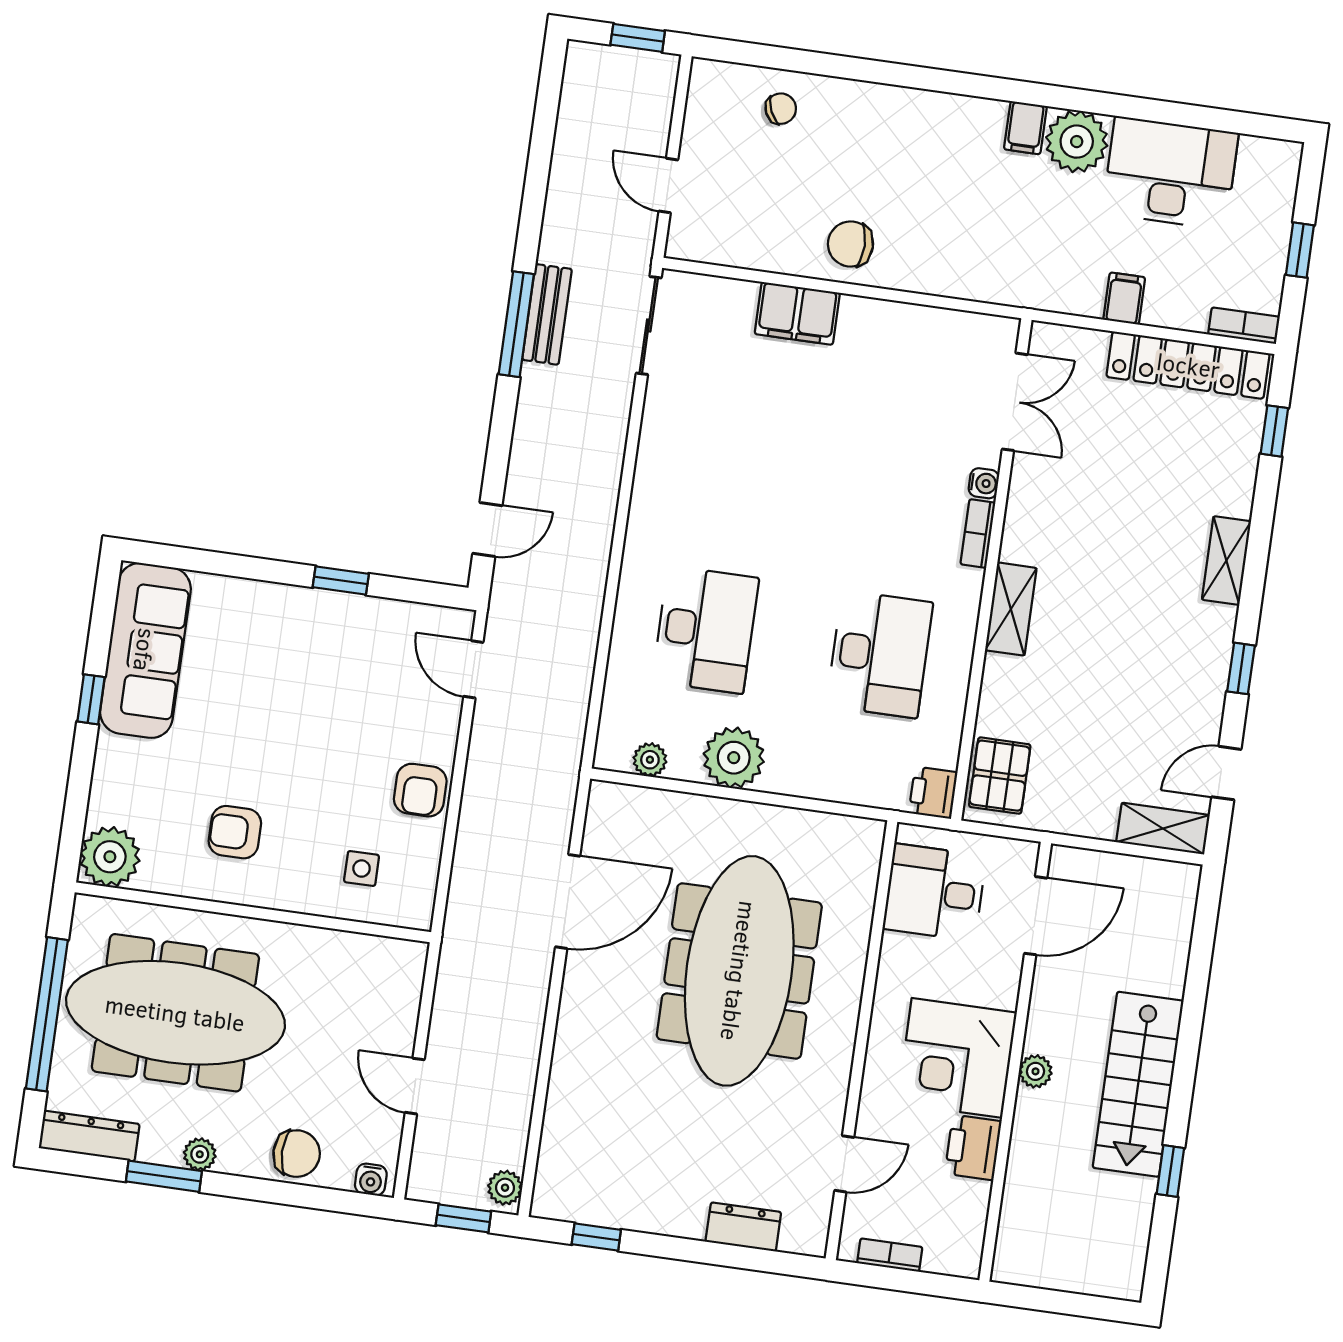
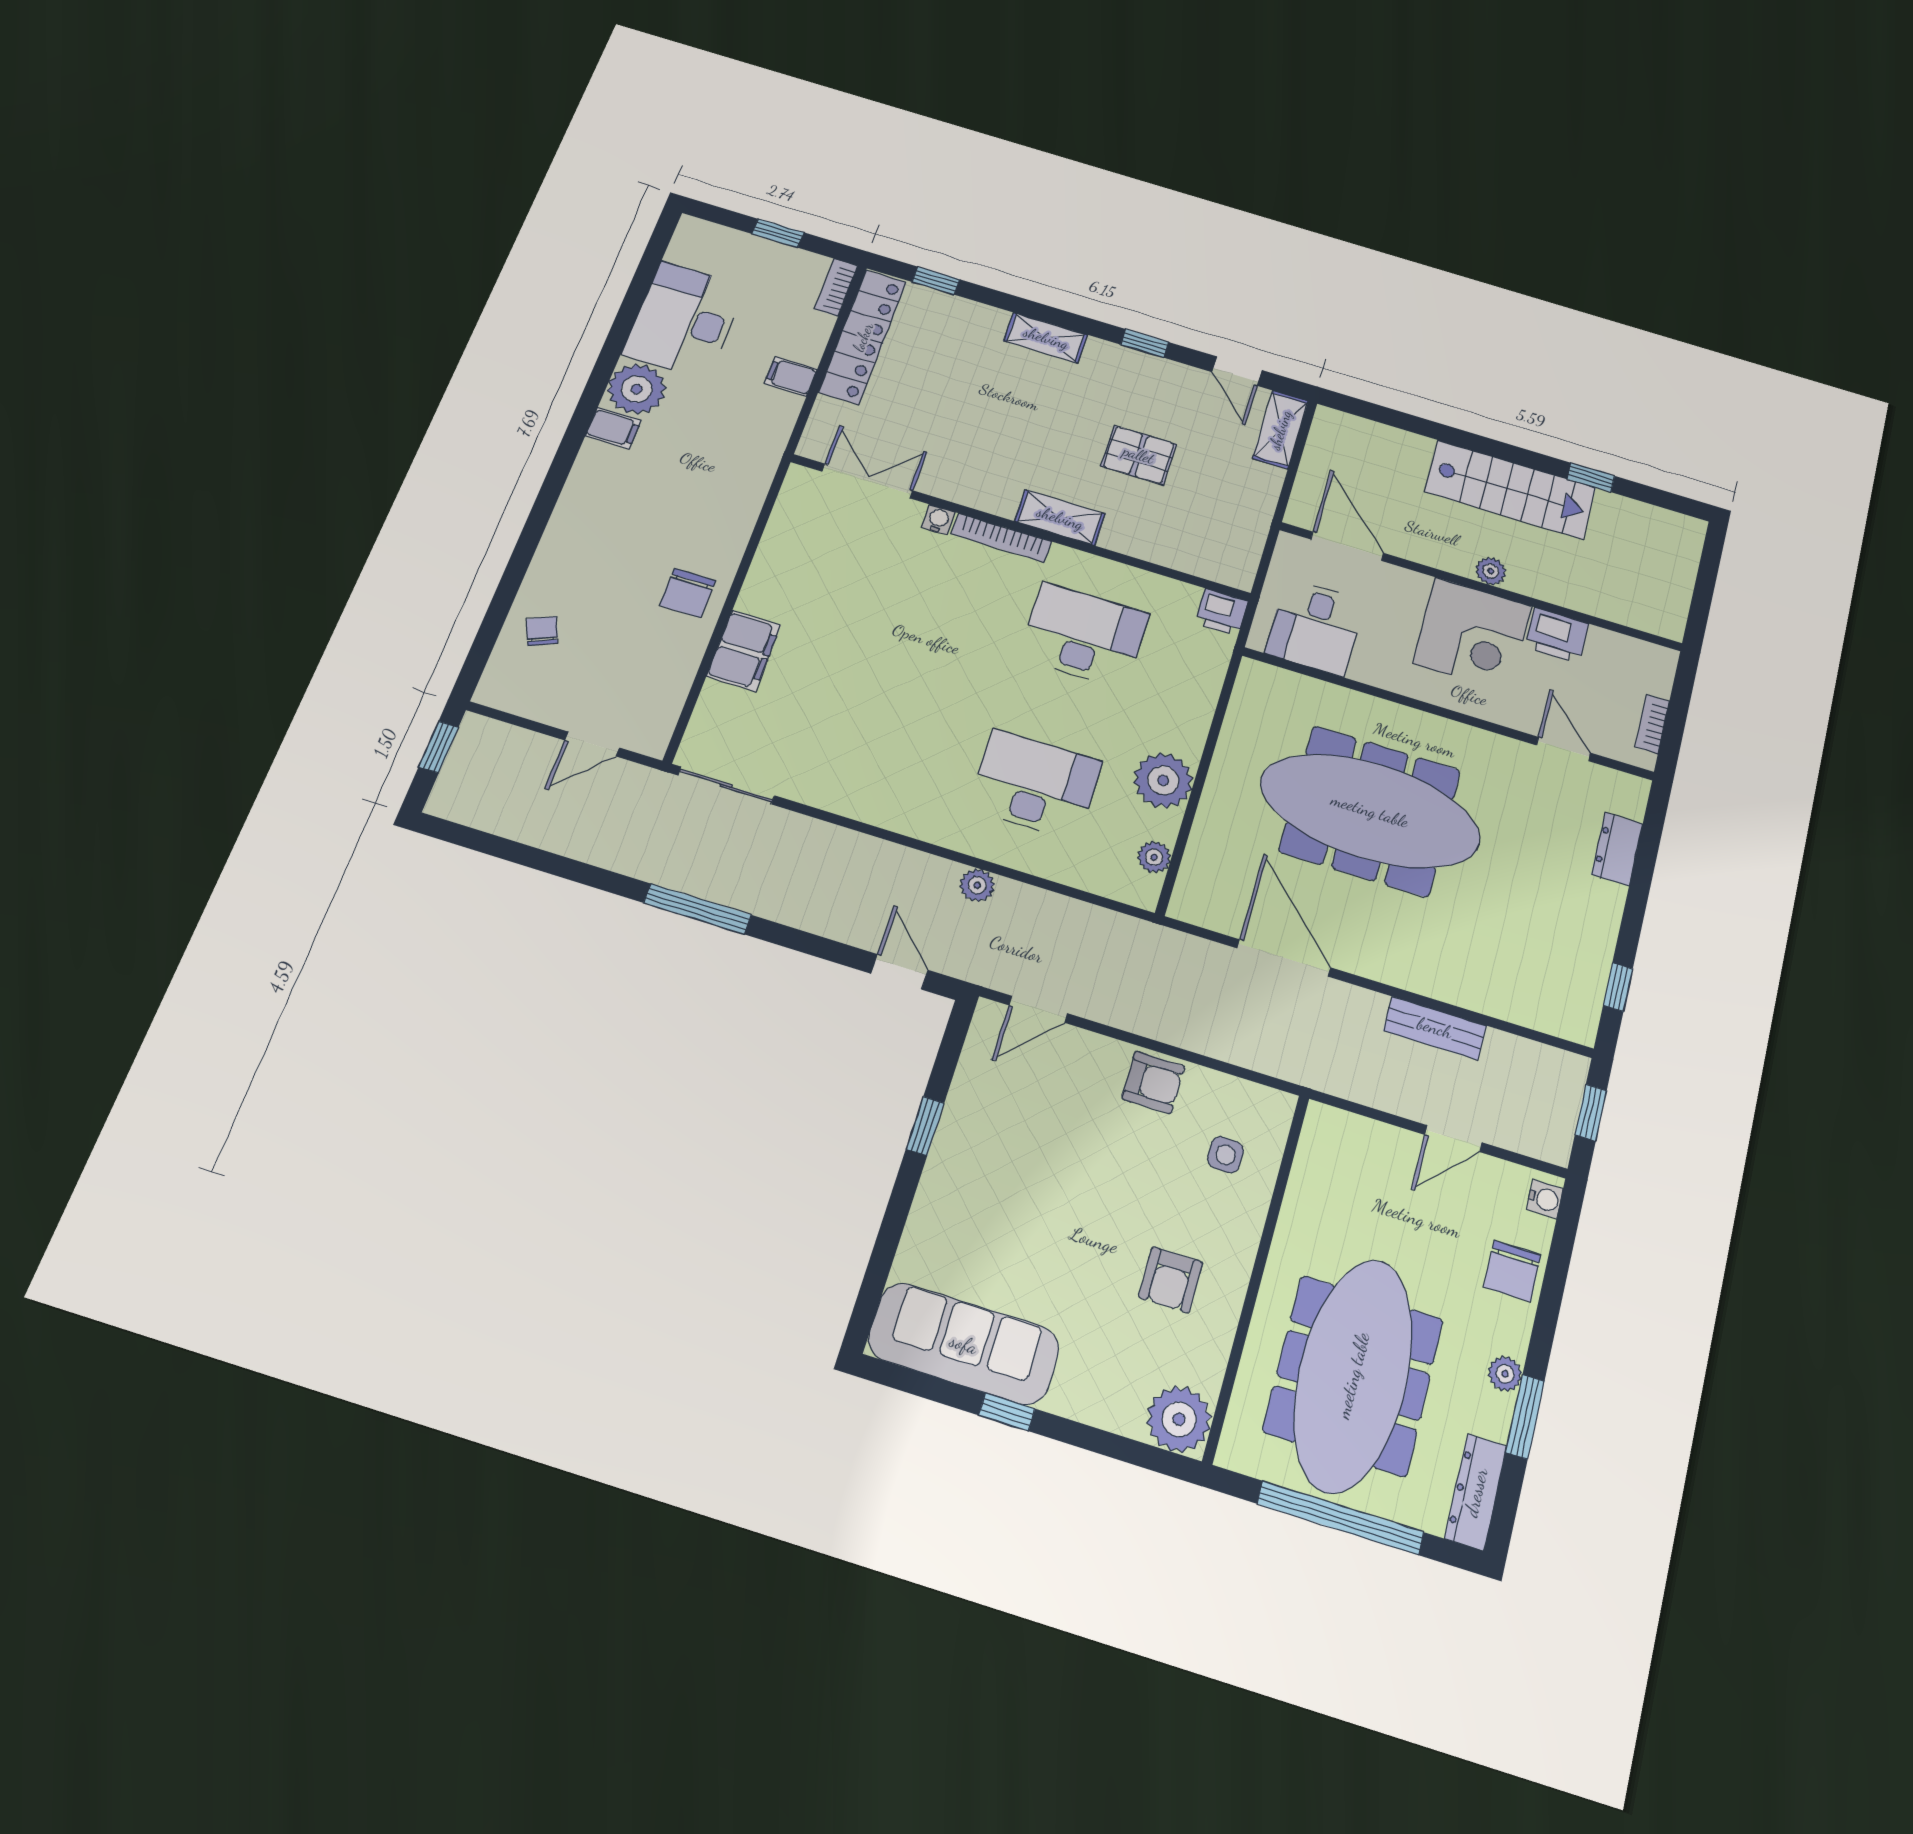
bench: (547, 314) -> (1435, 1028), moved
bookcase: (978, 533) -> (1001, 538), width x1.56
pallet: (1000, 776) -> (1139, 455), moved
chair: (297, 1154) -> (1512, 1271), turned 180
plant: (505, 1188) -> (977, 885), moved

